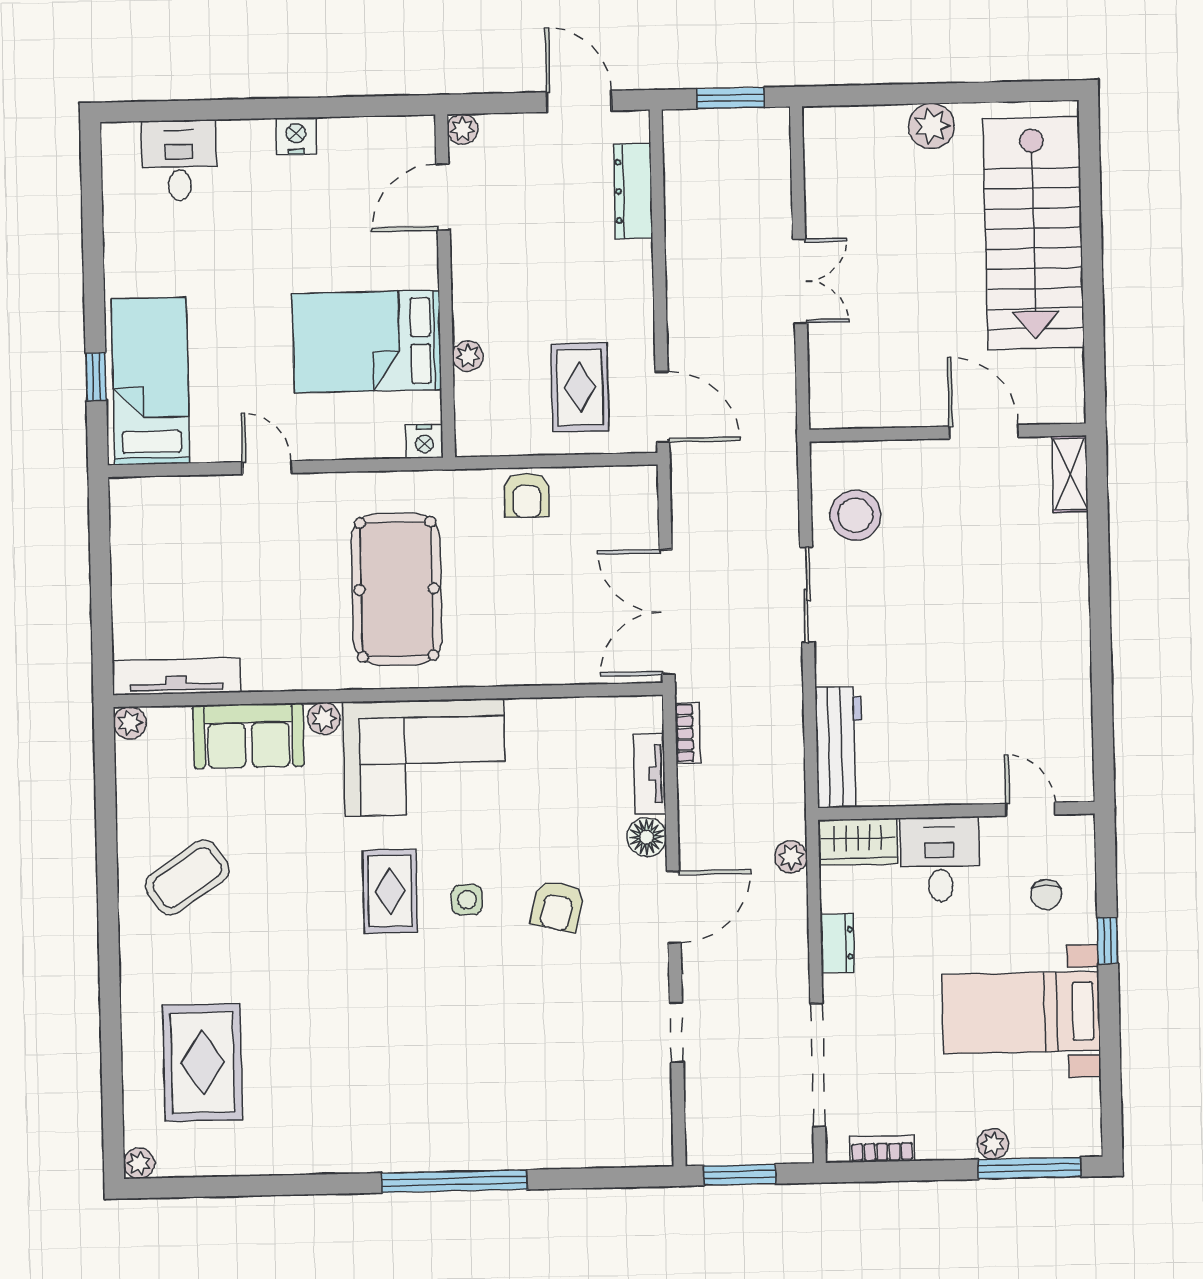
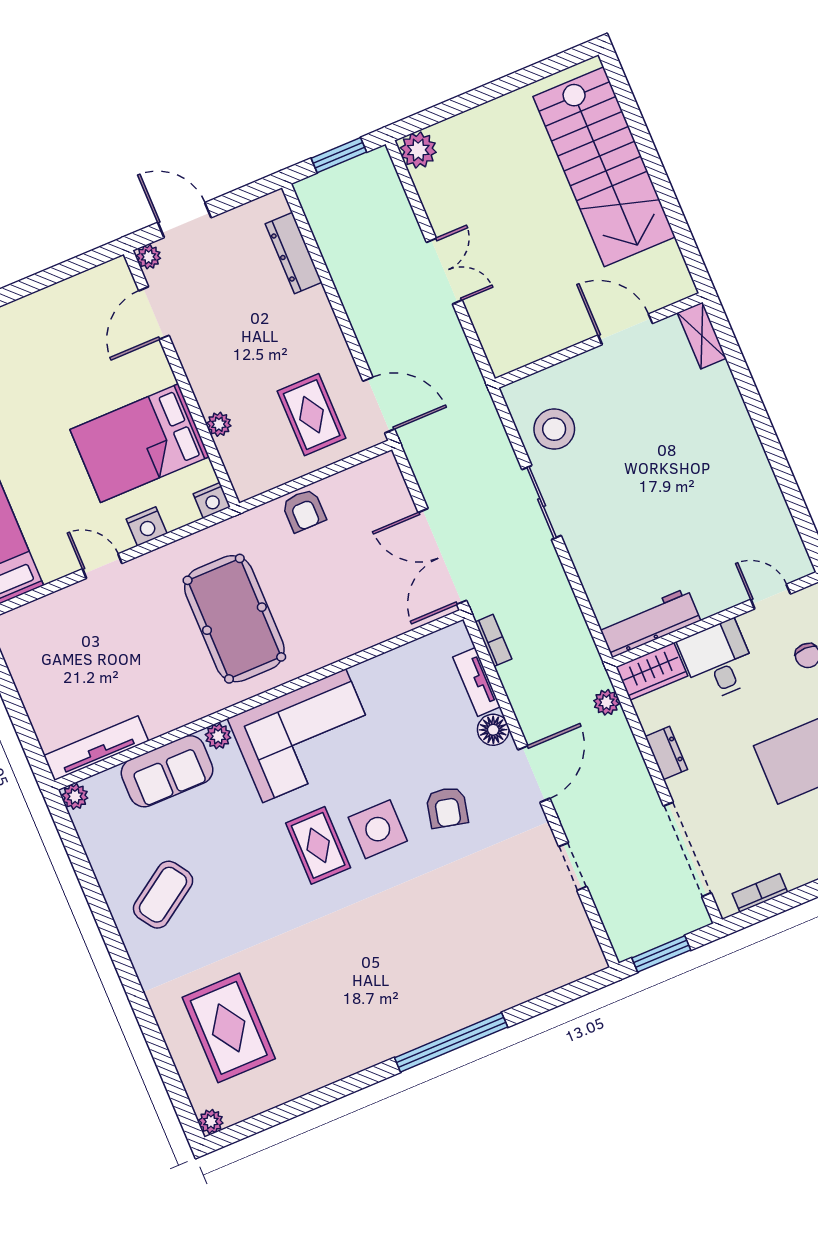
door: (579, 101) -> (184, 220), moved
plant: (931, 126) -> (418, 150), moved
nightstand: (296, 136) -> (147, 526), moved, turned 180
workbench: (839, 747) -> (650, 623), moved, turned -90
side table: (467, 900) -> (378, 829), width x1.87, depth x1.87

